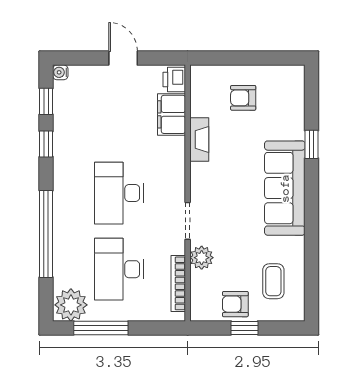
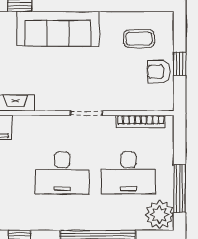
plant: (202, 258) -> (118, 101), removed
armchair: (235, 304) -> (159, 72), turned 90

